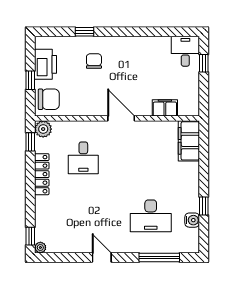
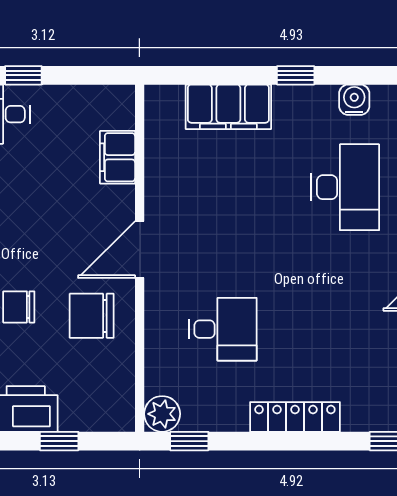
chair: (49, 99) -> (92, 316), moved, turned -90
filing cabinet: (189, 141) -> (228, 107), moved
locker: (42, 174) -> (295, 417), moved
window: (204, 206) -> (296, 75), moved

